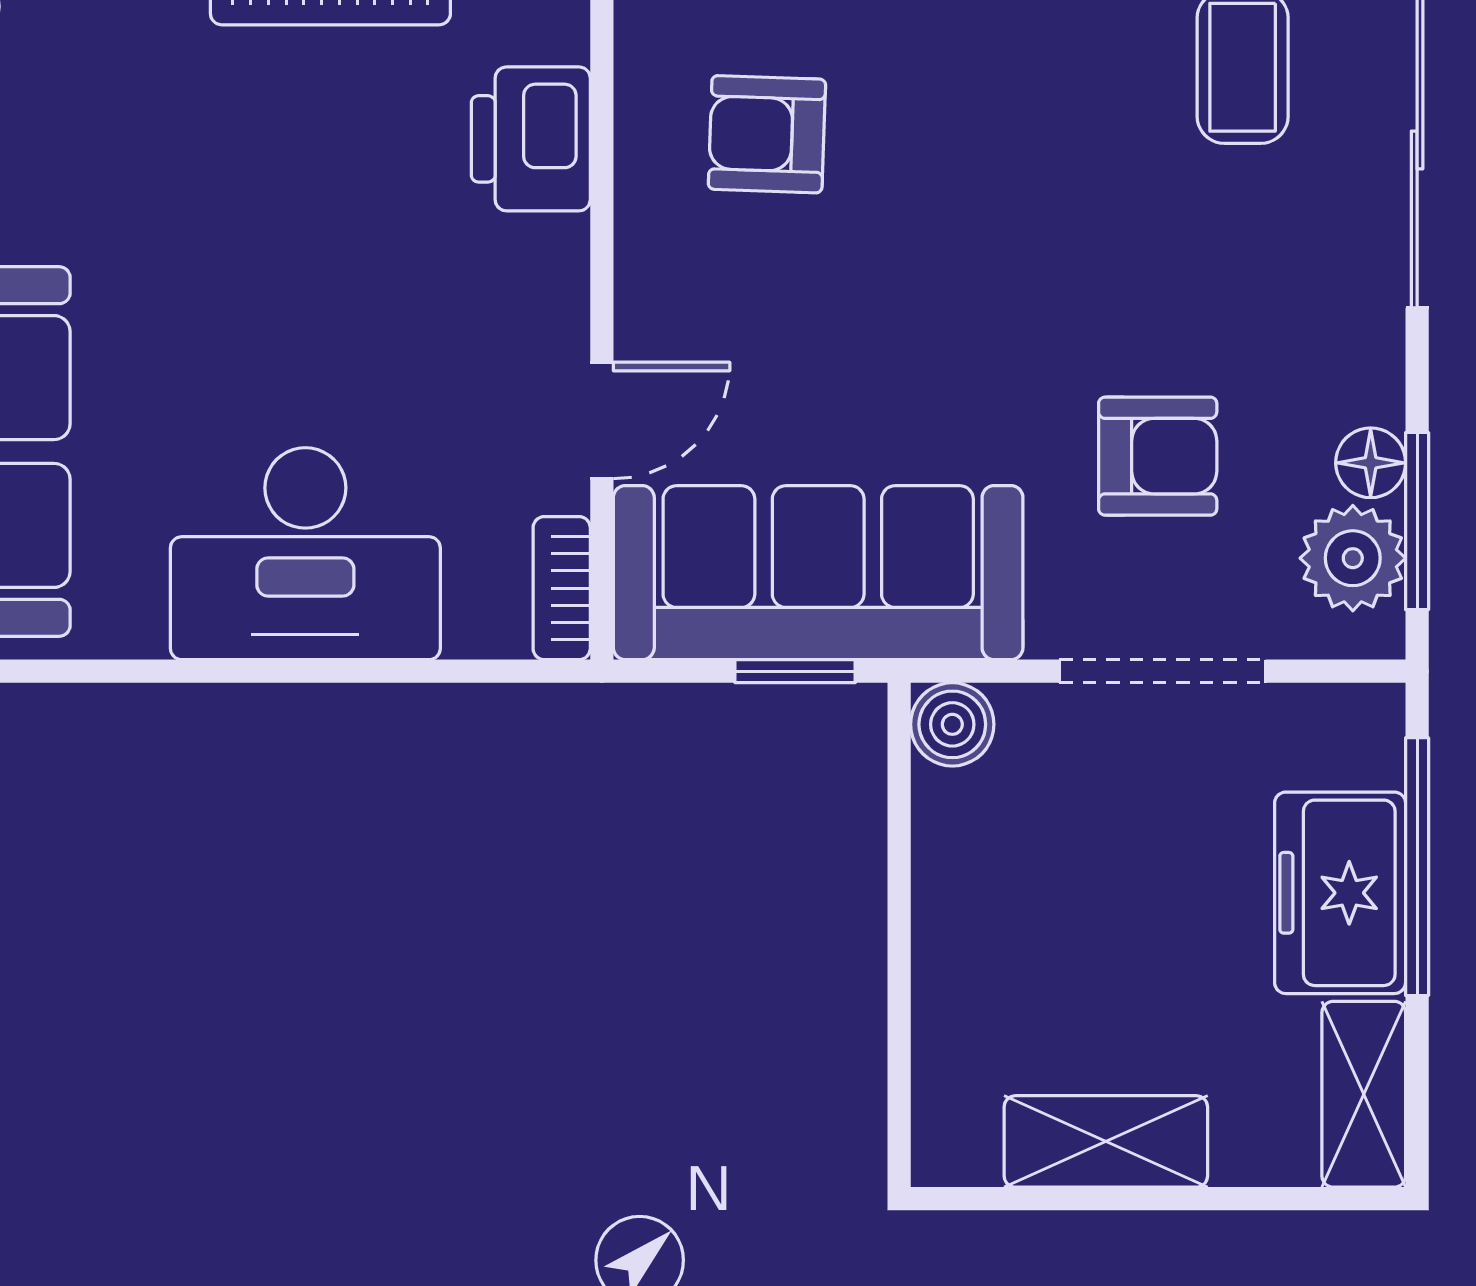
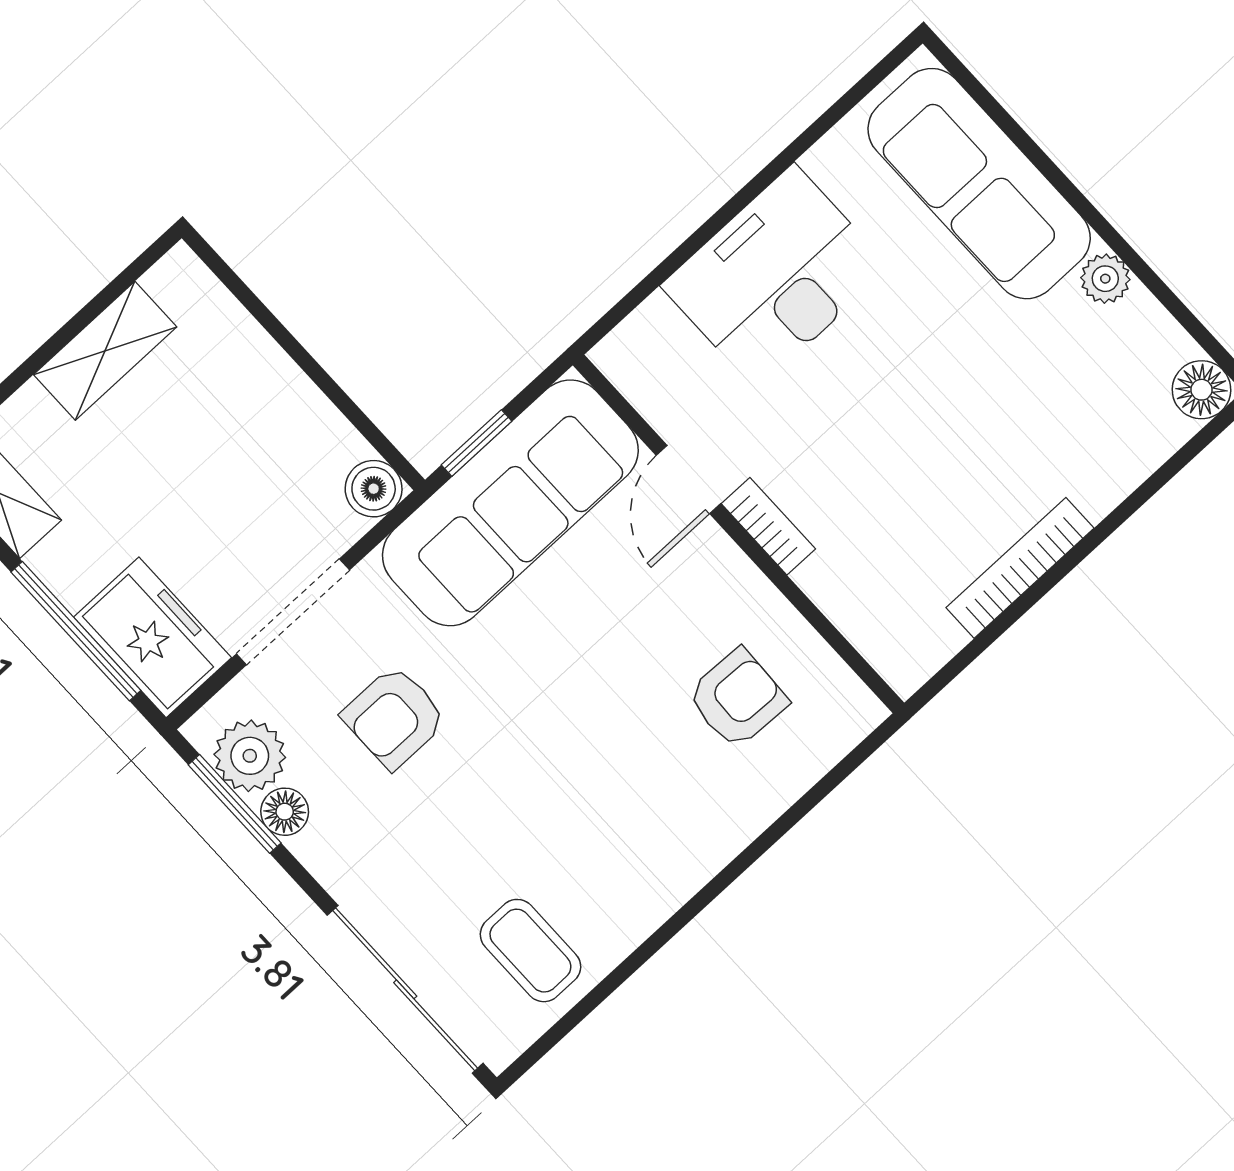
printer: (531, 139) -> (853, 588), removed
bookcase: (562, 588) -> (768, 526), moved
freezer: (1340, 893) -> (153, 637), moved

